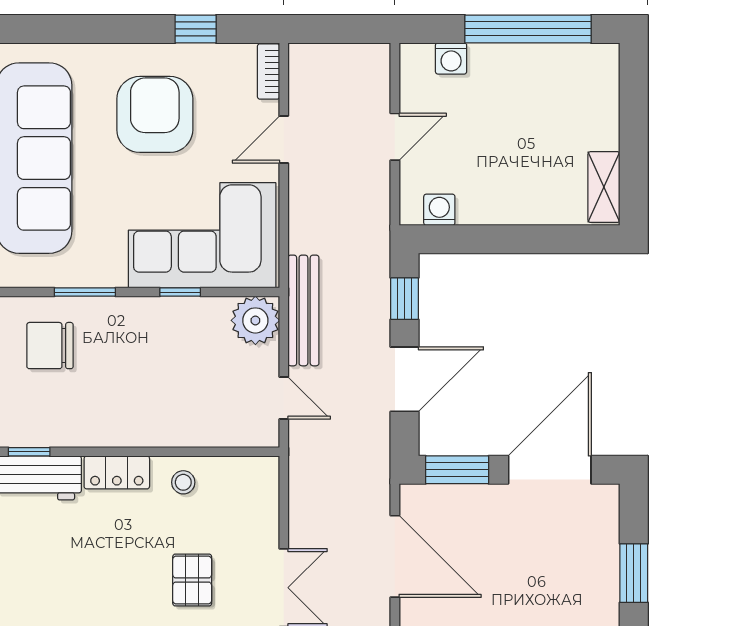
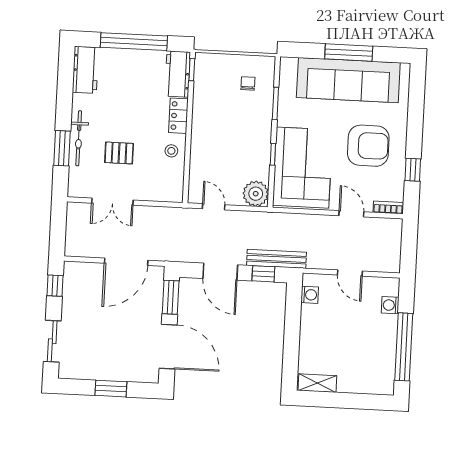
bench: (303, 310) -> (277, 259), moved
chair: (50, 346) -> (248, 83), width x0.54, depth x0.54
door: (284, 398) -> (214, 207), swing flipped

